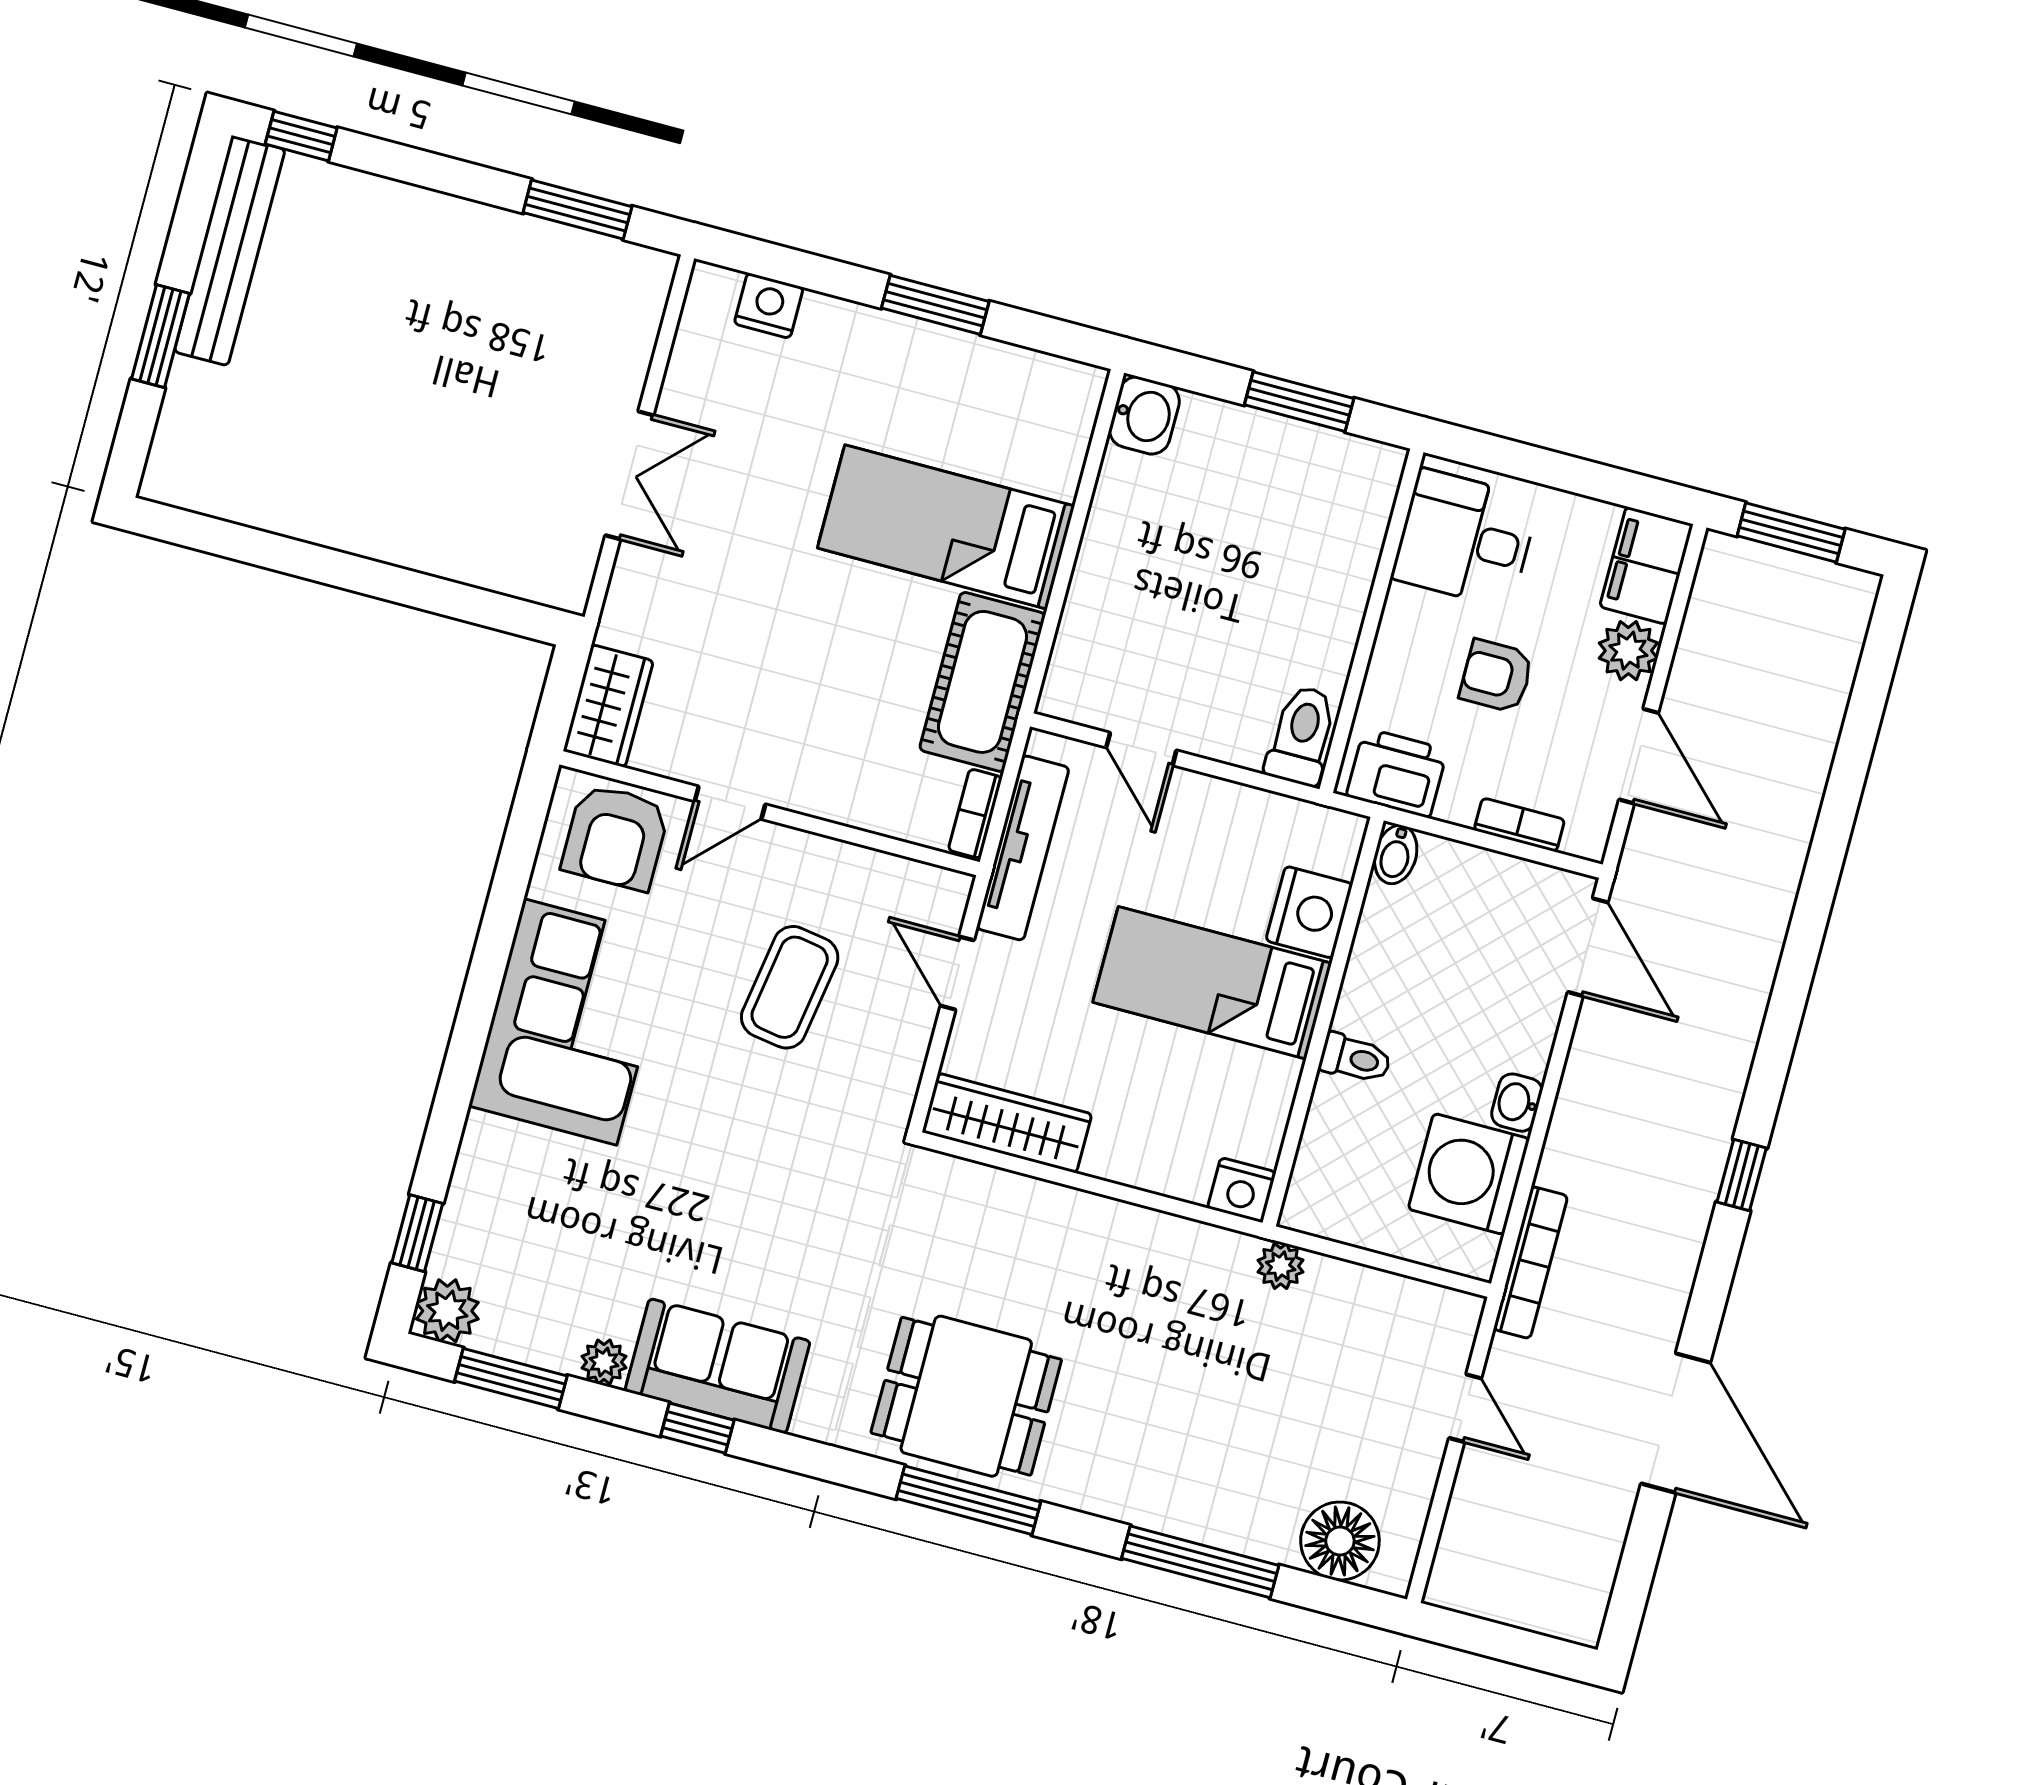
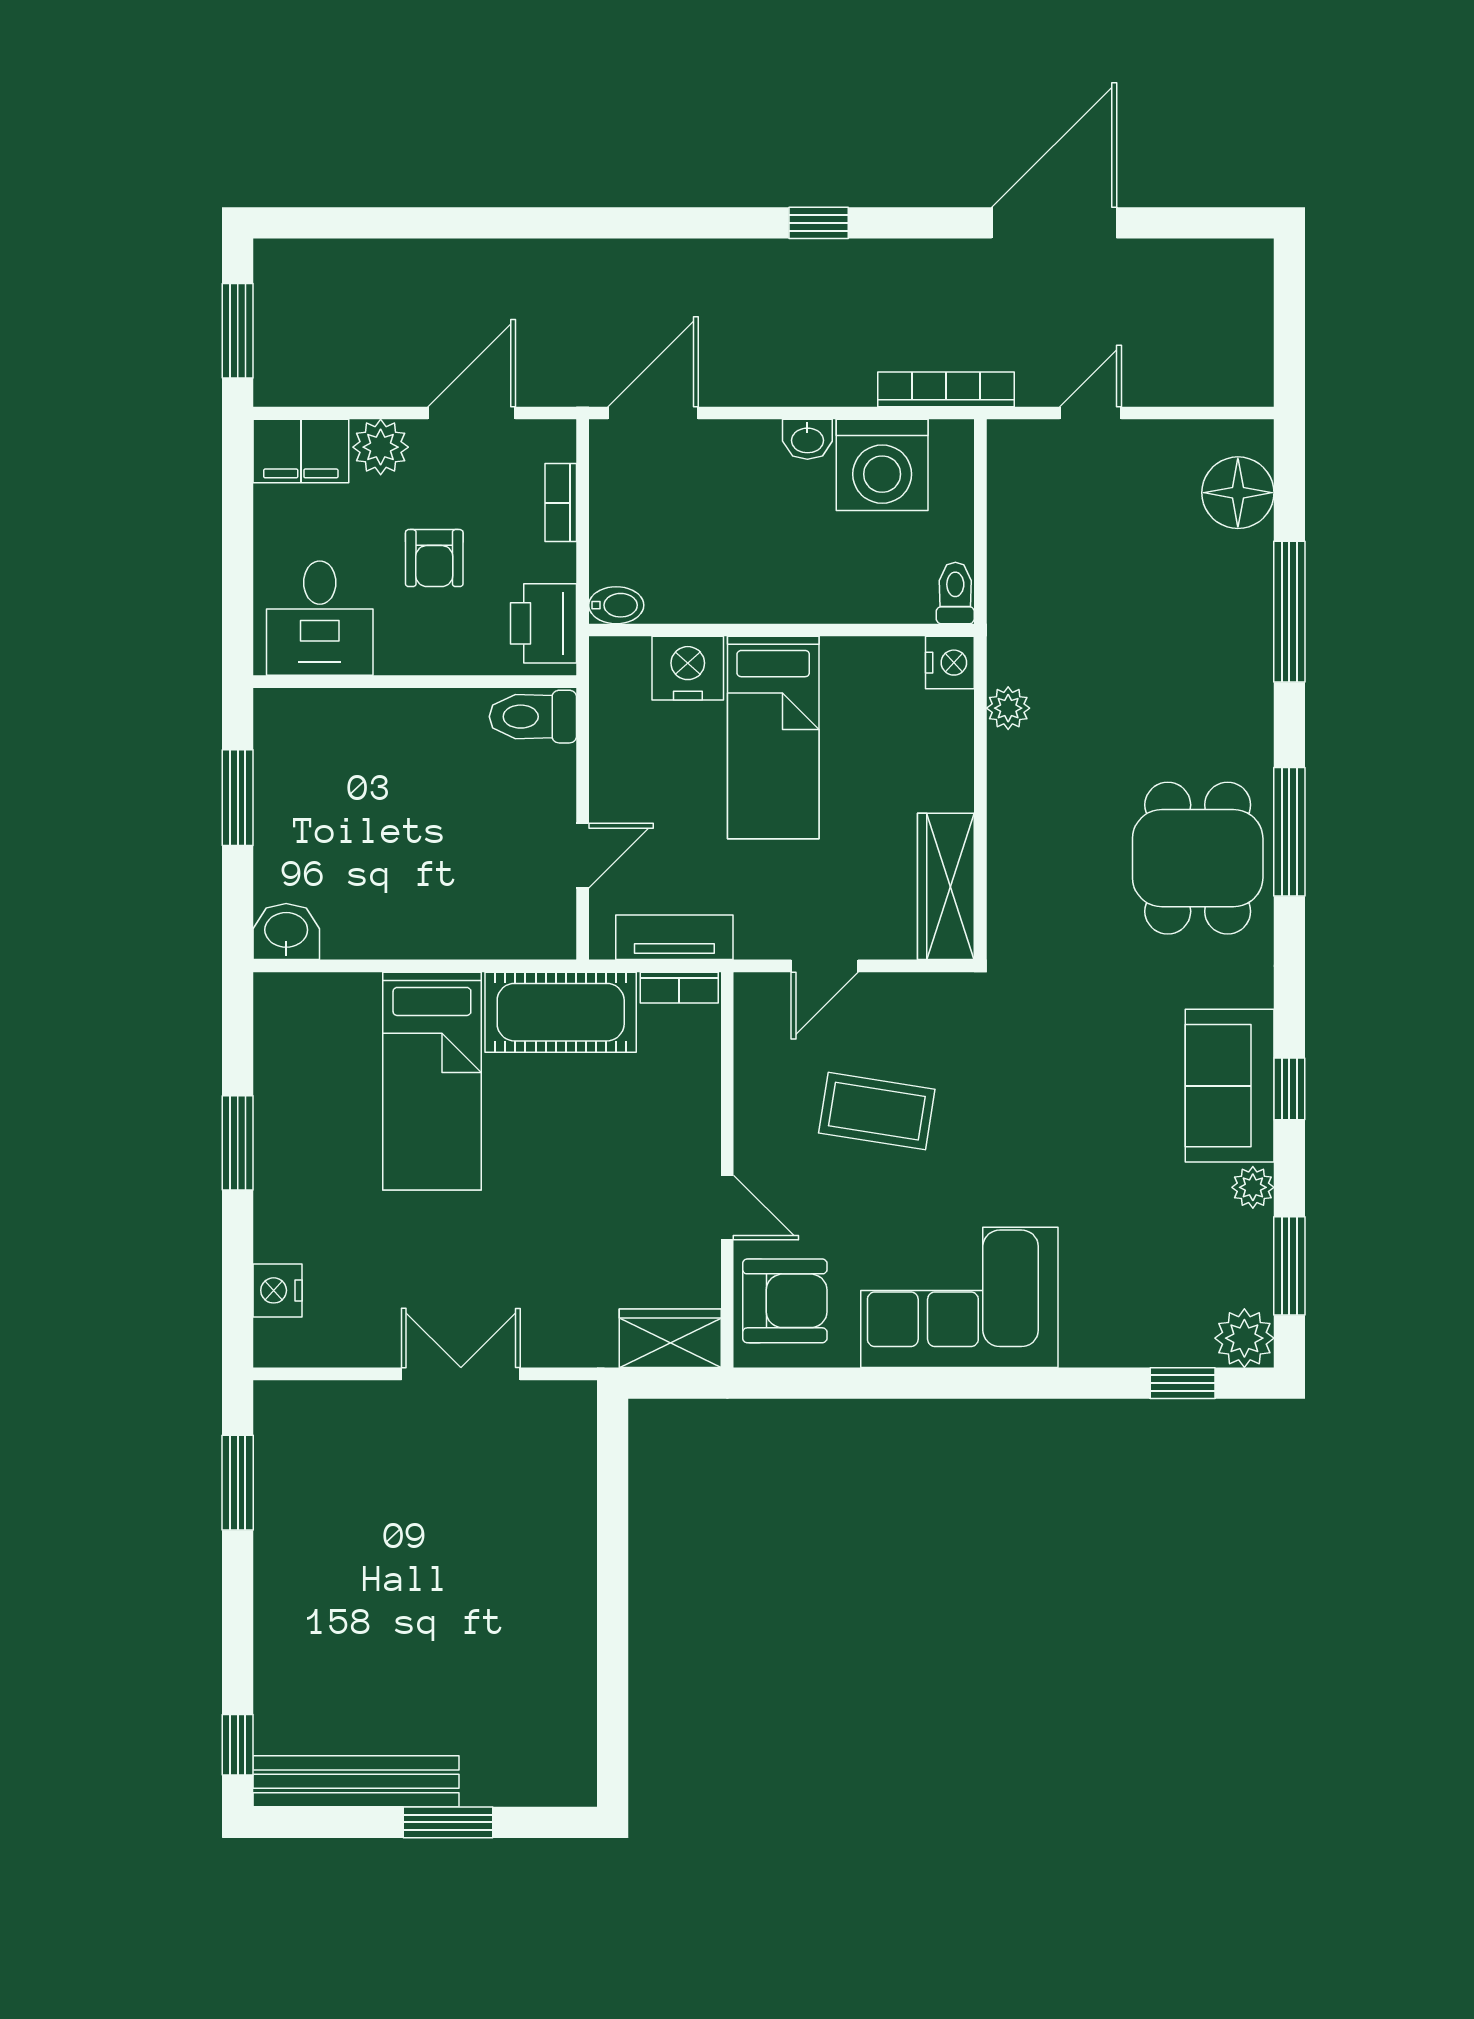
tv unit: (1023, 848) -> (674, 937), width x0.71
toilet: (1355, 1058) -> (955, 593), moved
plant: (1281, 1266) -> (1008, 708), moved

